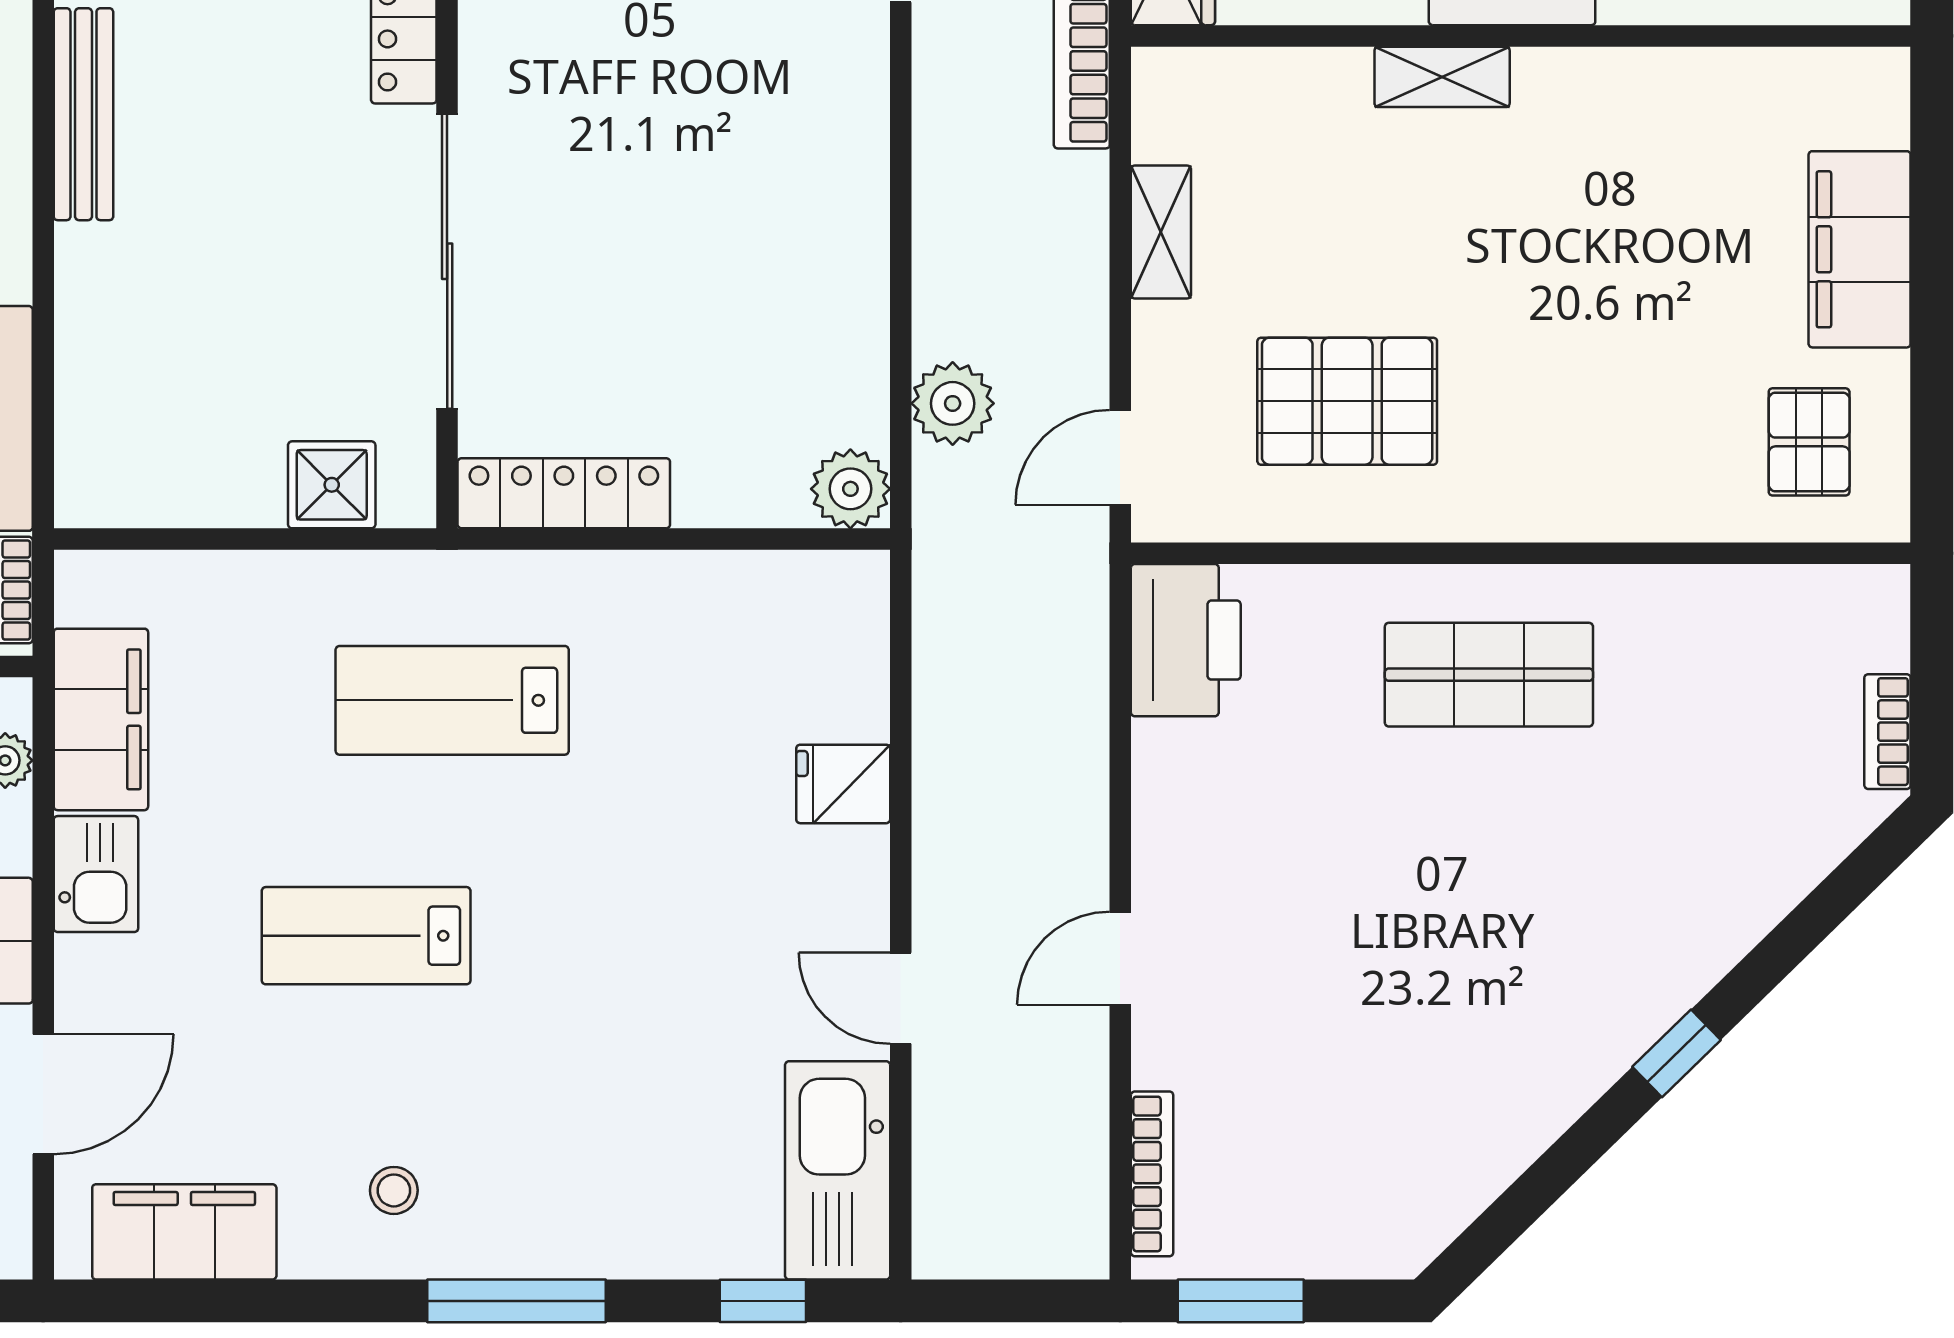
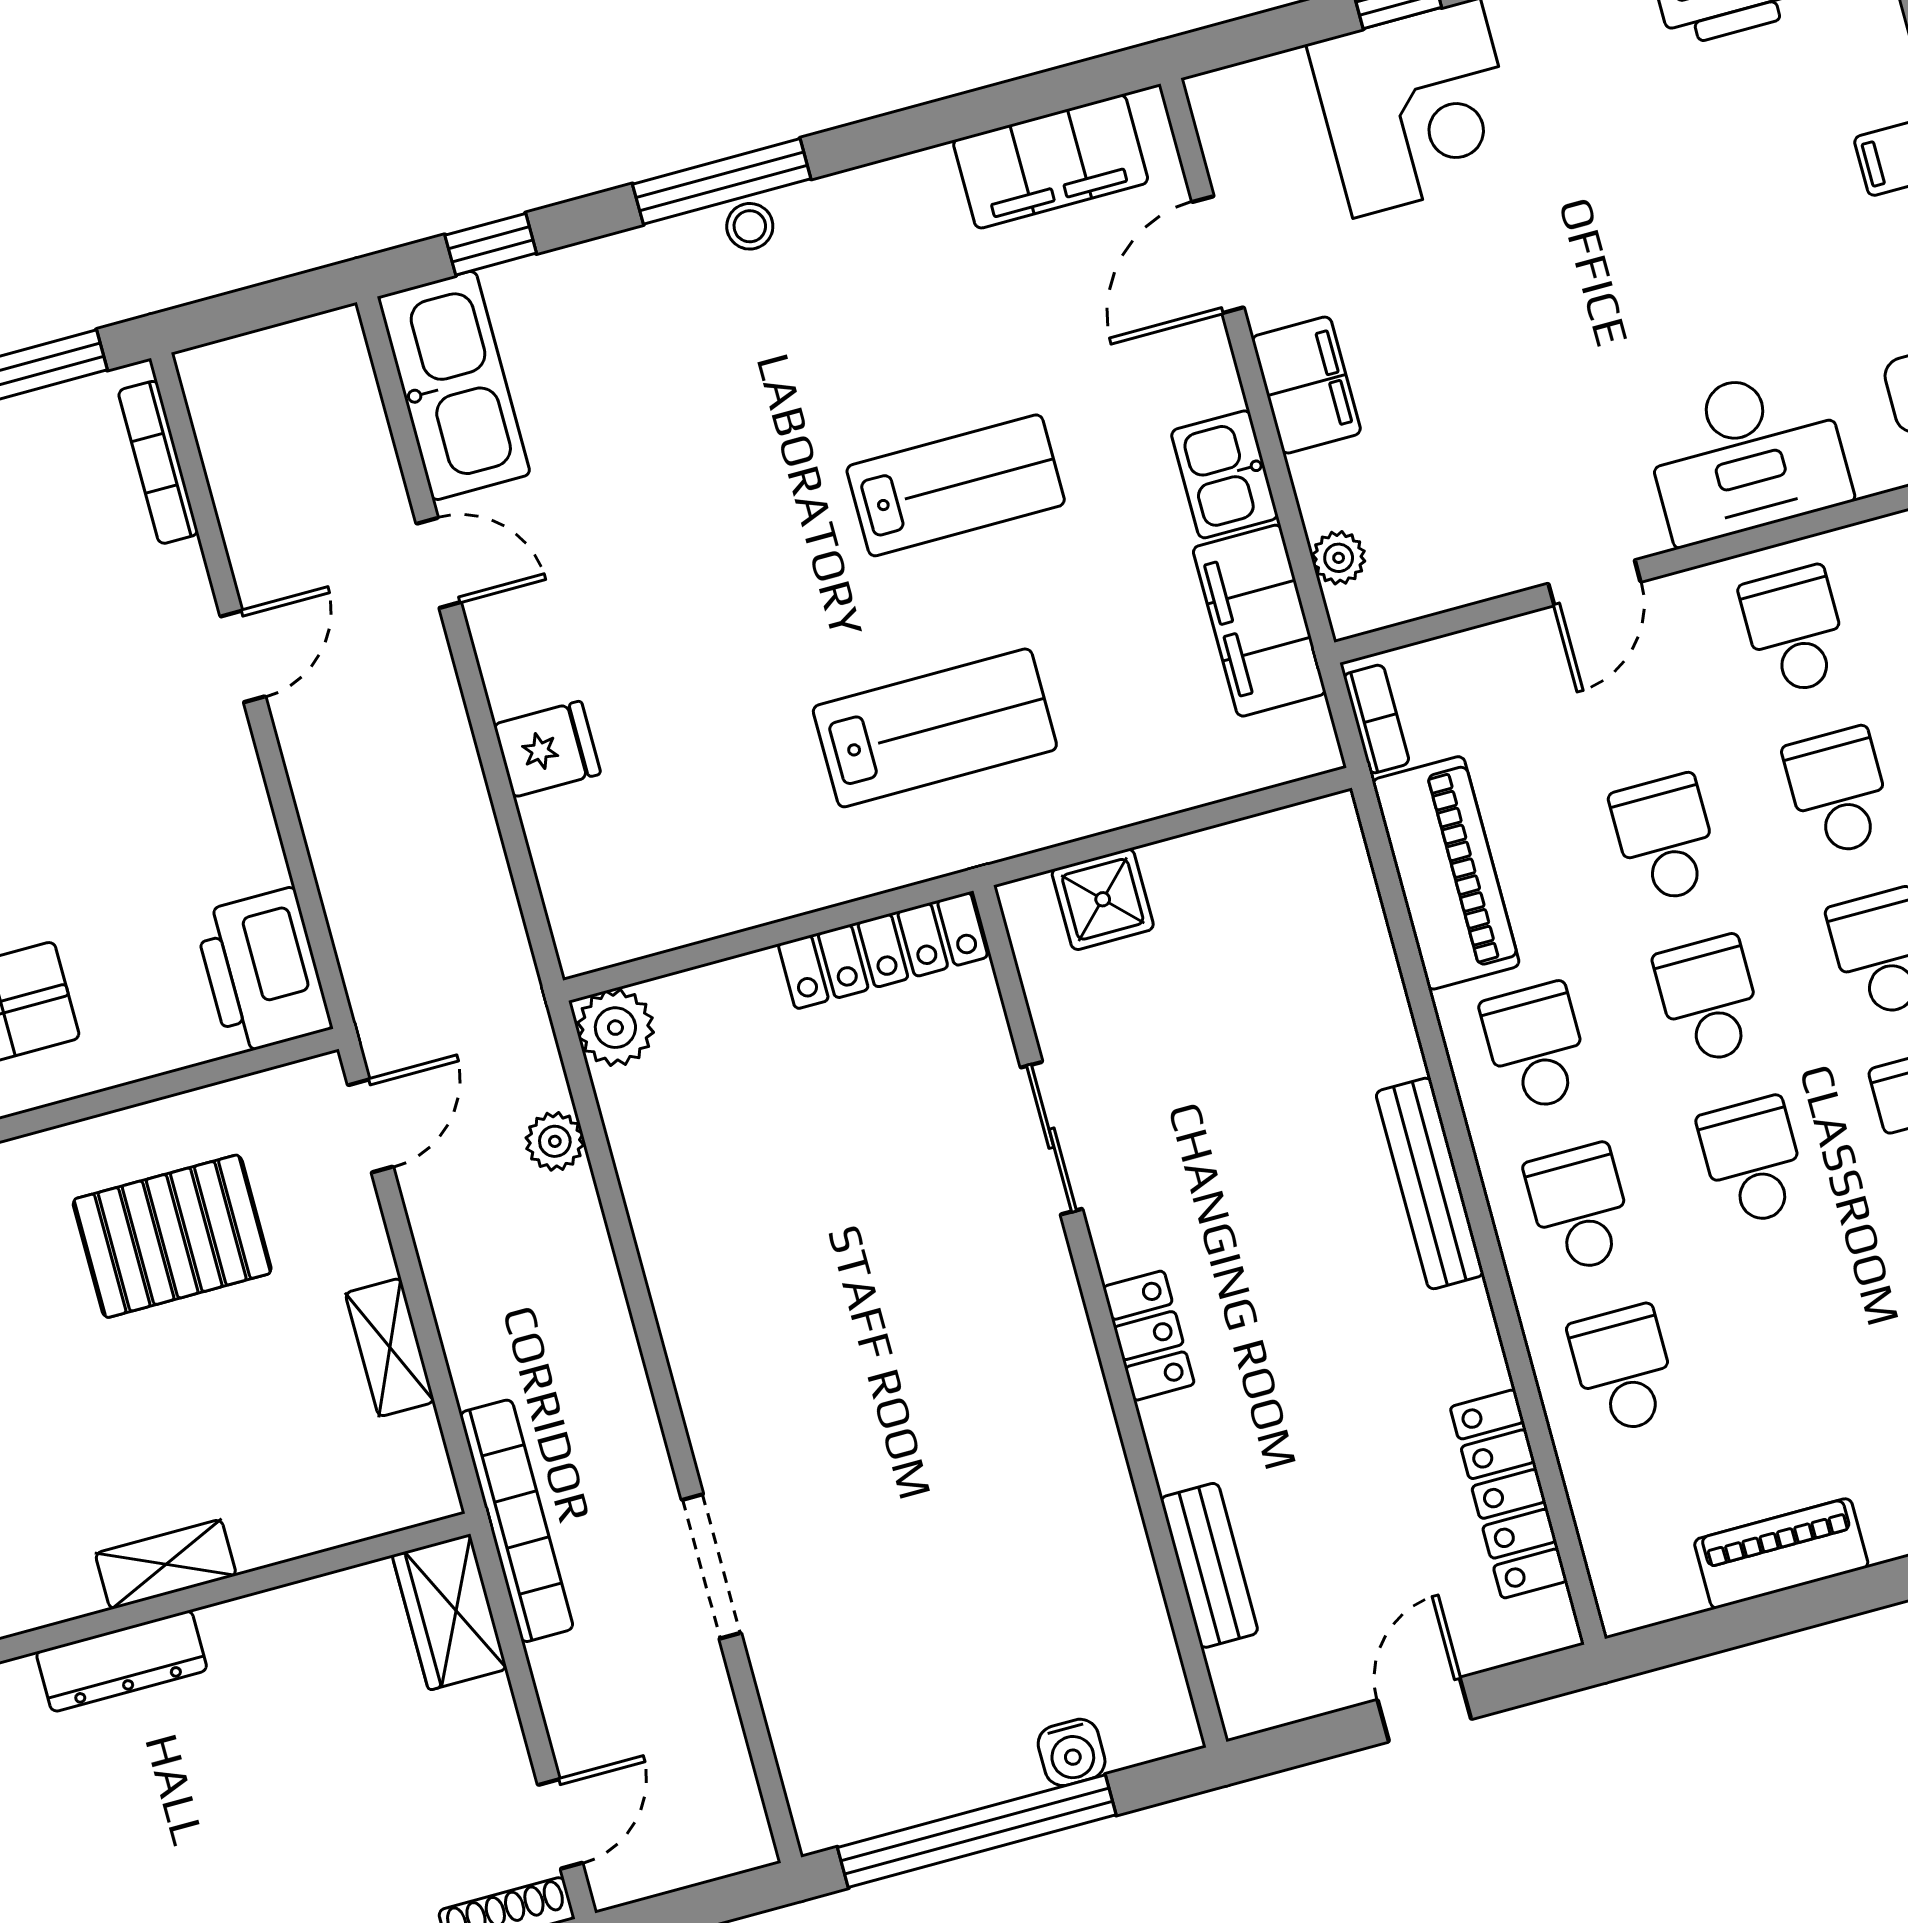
sliding door: (447, 261) -> (1051, 1138), width x0.54
plant: (953, 403) -> (555, 1141), width x0.73, depth x0.73
stool: (394, 1190) -> (750, 226), moved

